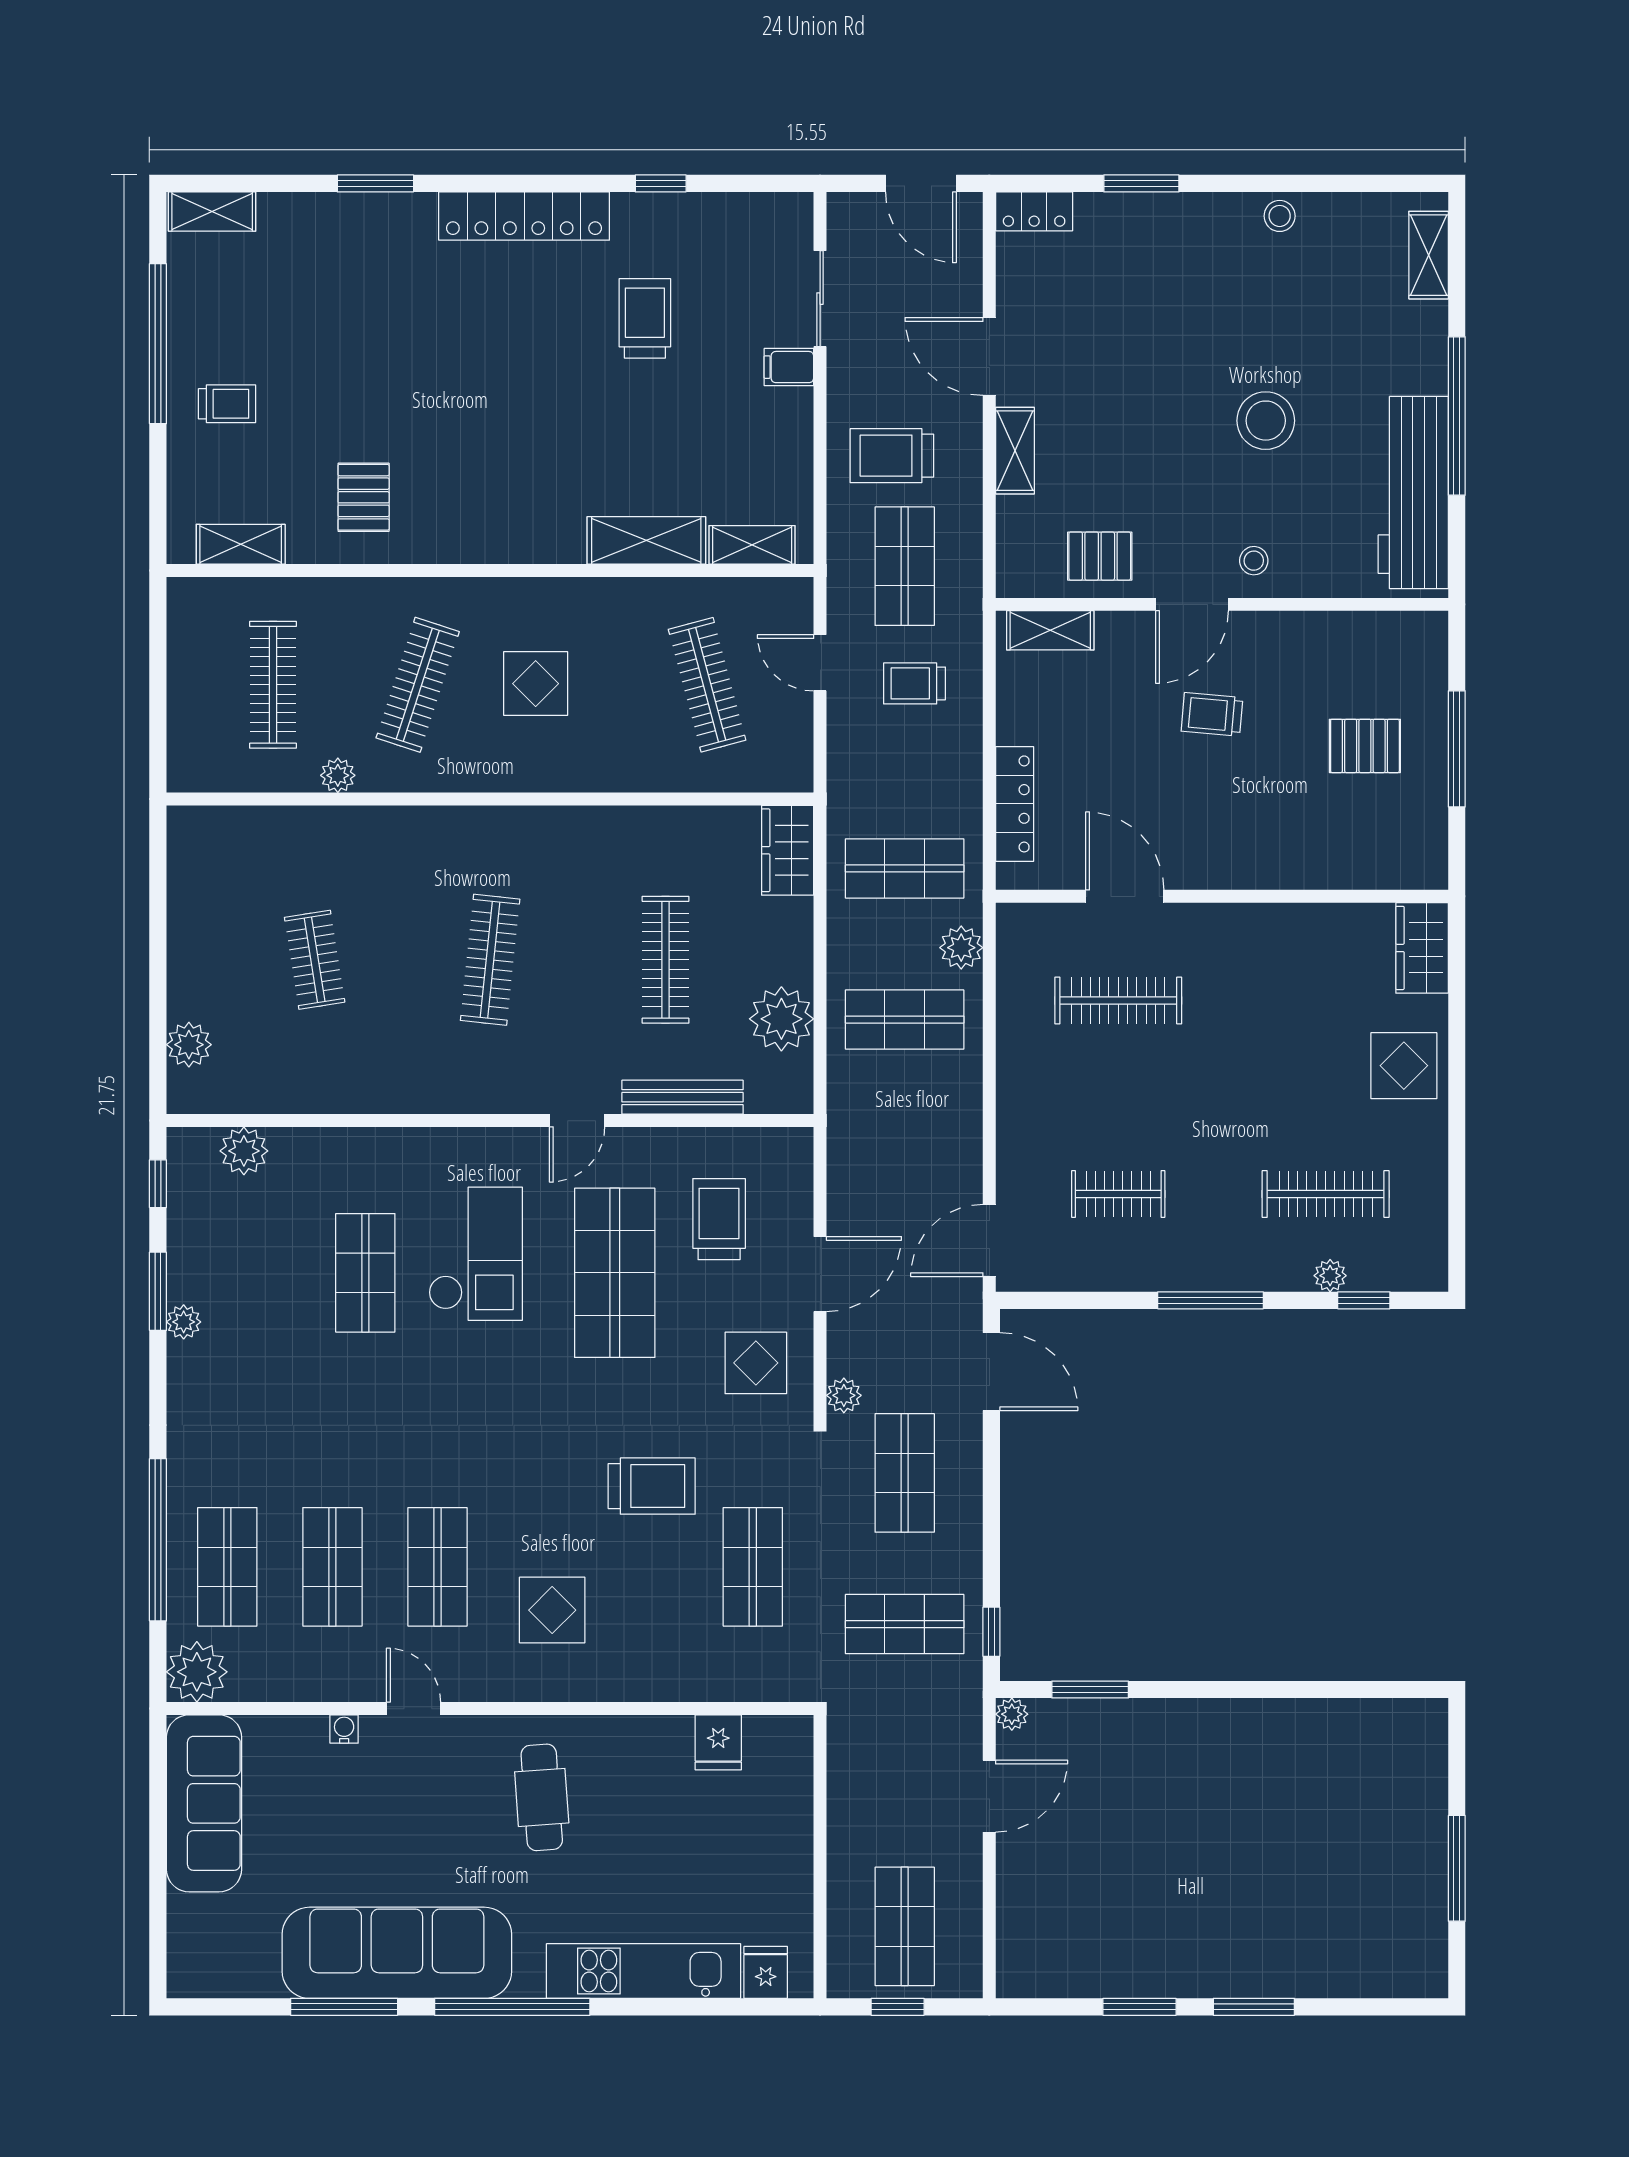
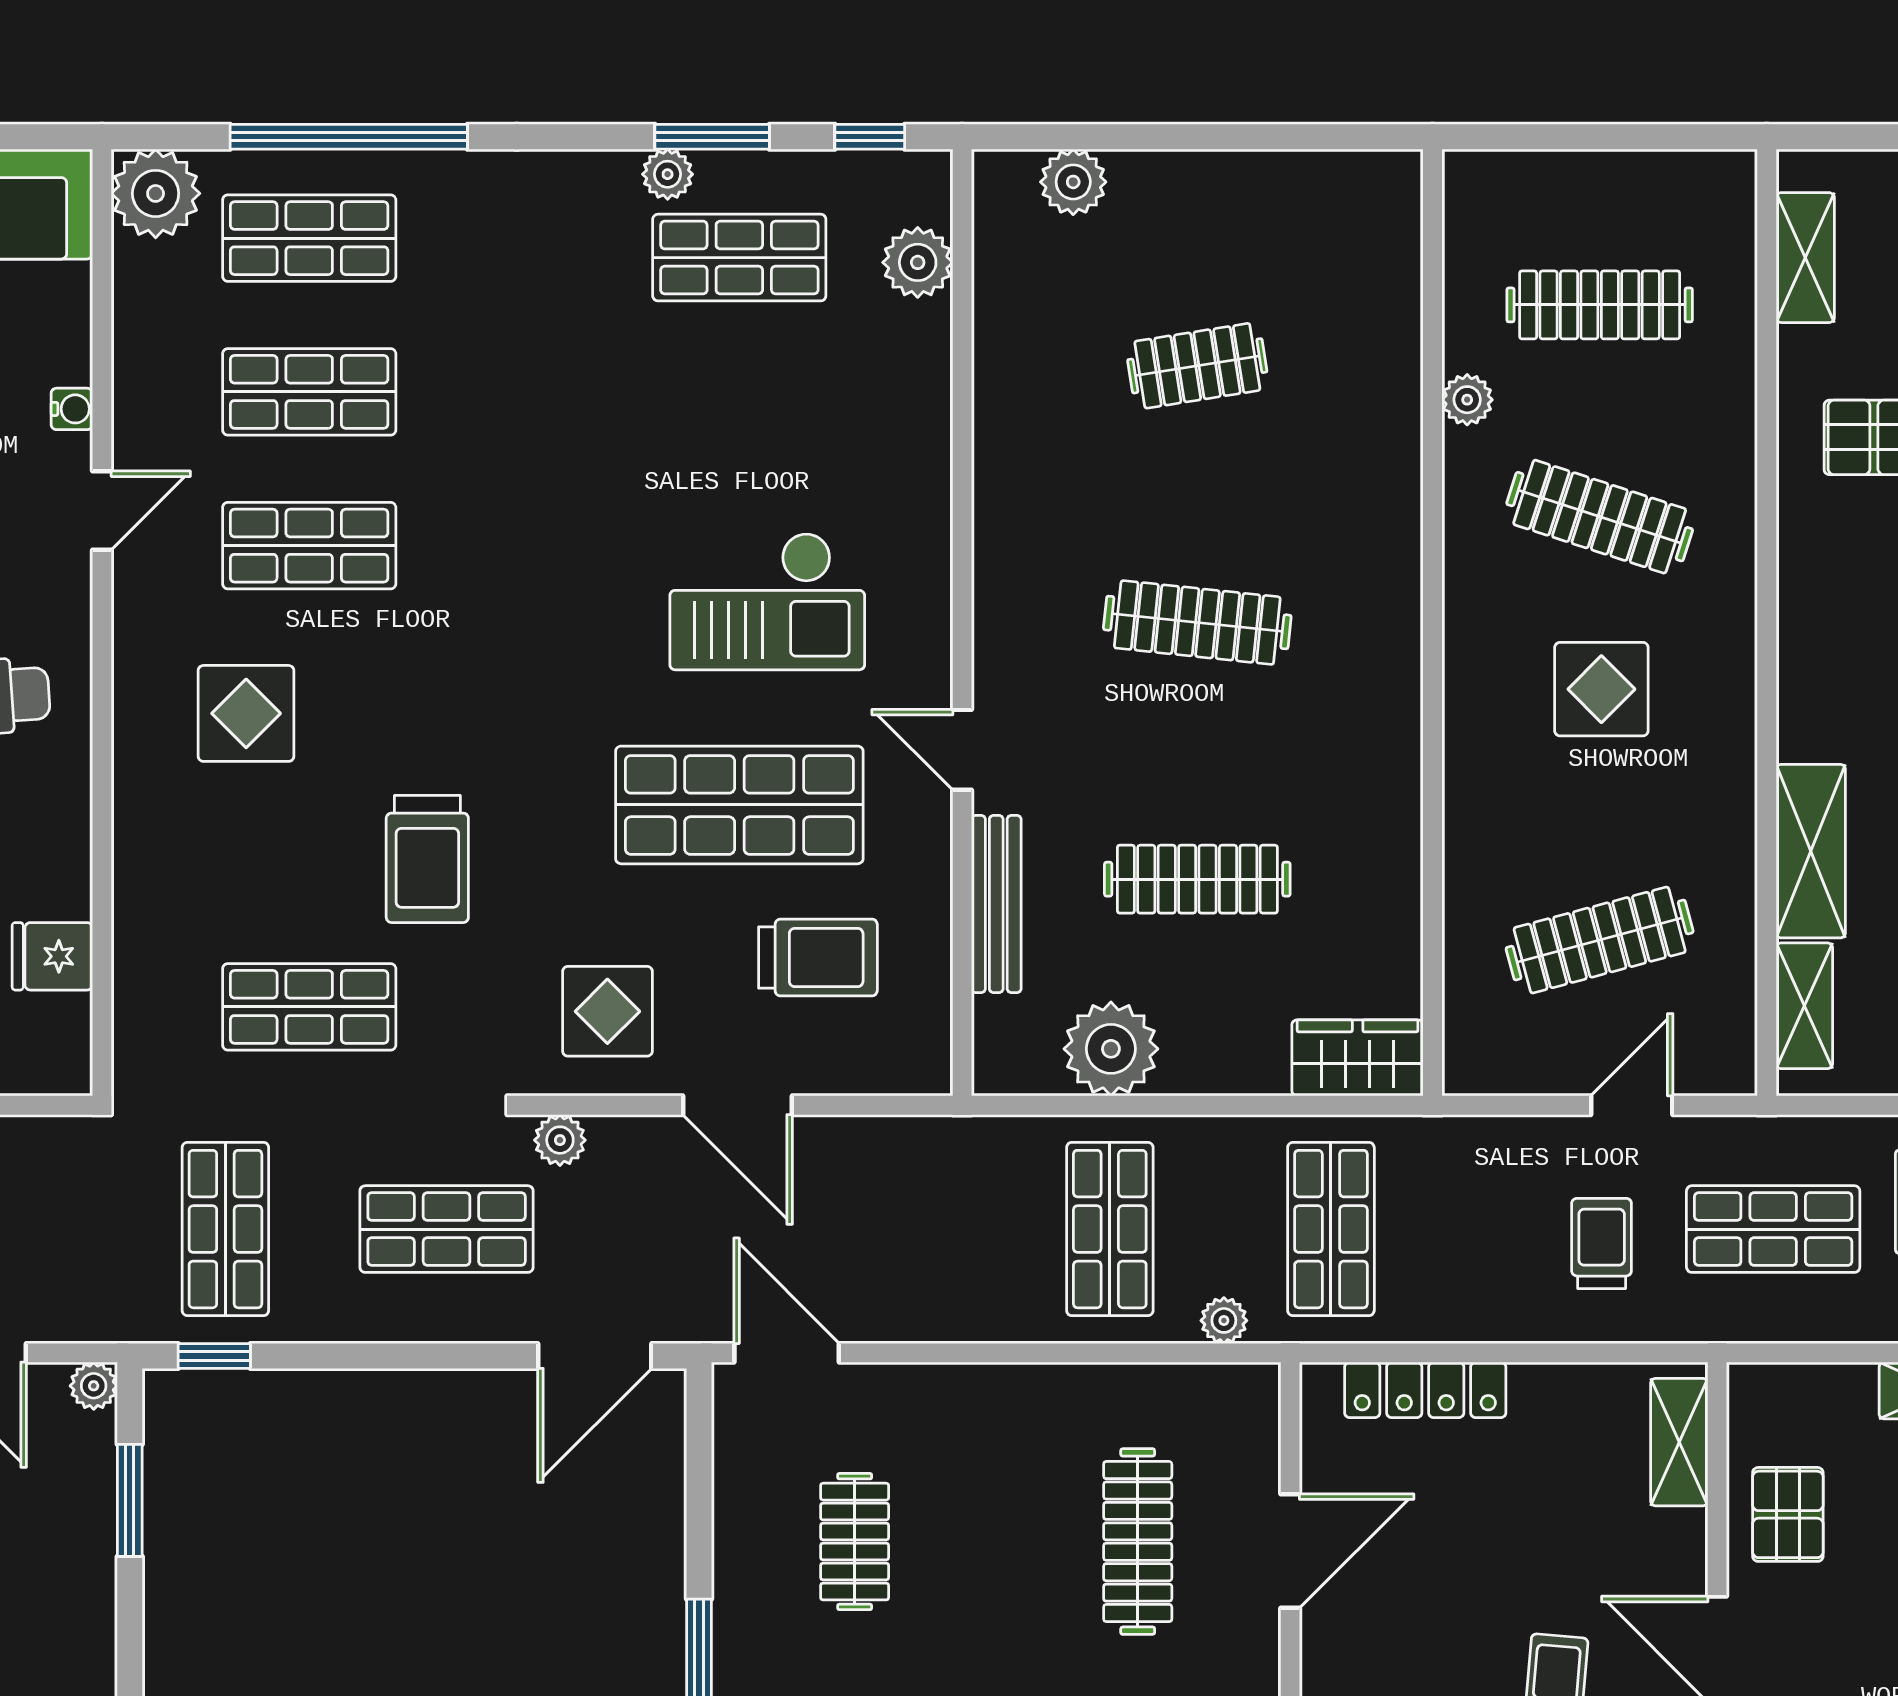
plant: (961, 948) -> (1224, 1320), width x0.73, depth x0.73
shop shelf: (365, 1273) -> (739, 258), moved

